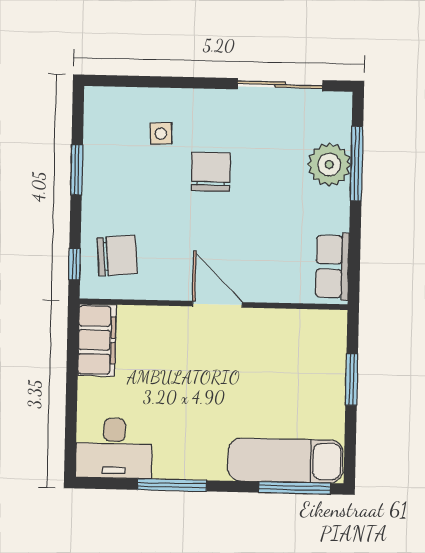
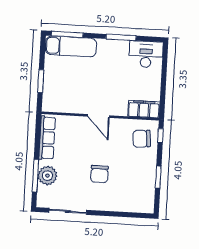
side table: (161, 134) -> (121, 192), removed
row of seats: (333, 267) -> (47, 138), width x1.48
filing cabinet: (97, 340) -> (144, 109), moved, turned 90

